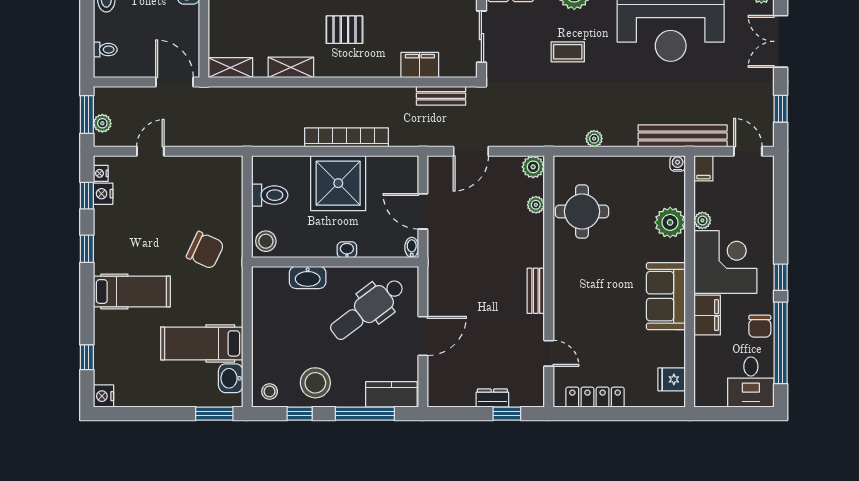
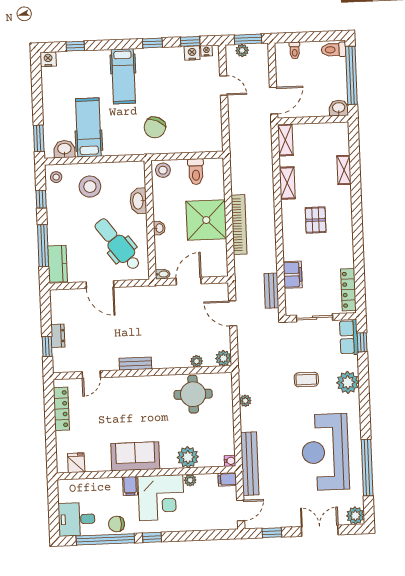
coffee table: (568, 52) -> (306, 380), turned 90
filing cabinet: (707, 315) -> (130, 486), width x0.50
stool: (315, 383) -> (90, 187), moved

